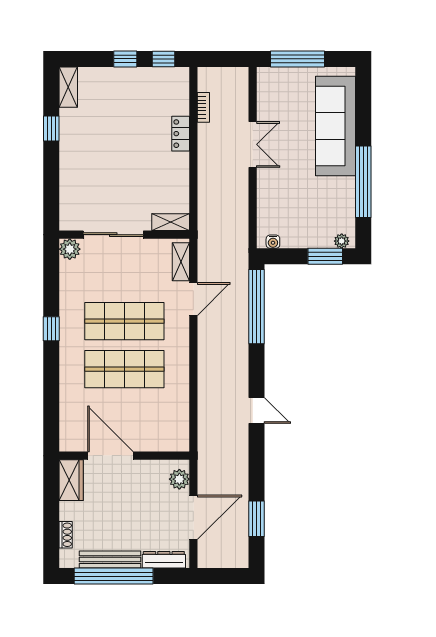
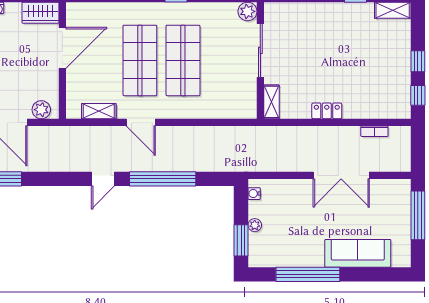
sofa: (335, 126) -> (358, 253), width x0.74, depth x0.79
locker: (181, 134) -> (327, 111), moved
double door: (253, 144) -> (341, 175), width x1.37
plant: (342, 241) -> (255, 225), moved
shelving: (181, 262) -> (99, 111), moved
door: (193, 299) -> (141, 122), moved
window: (257, 307) -> (163, 179), moved

